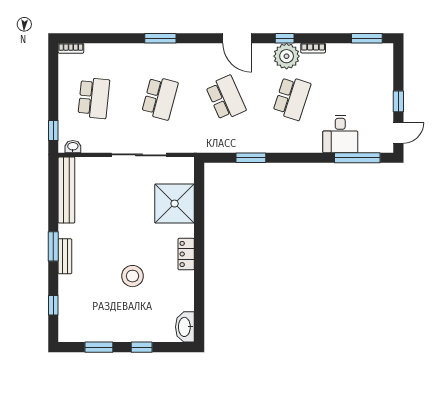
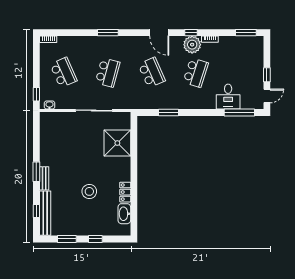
school desk: (94, 98) -> (63, 73), turned -30
bench: (66, 190) -> (45, 213), moved
locker: (186, 254) -> (125, 192), moved
washbasin: (185, 327) -> (124, 214), moved

